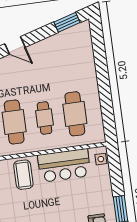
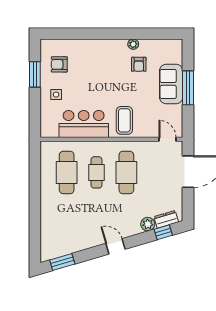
side table: (101, 159) -> (56, 95), moved

